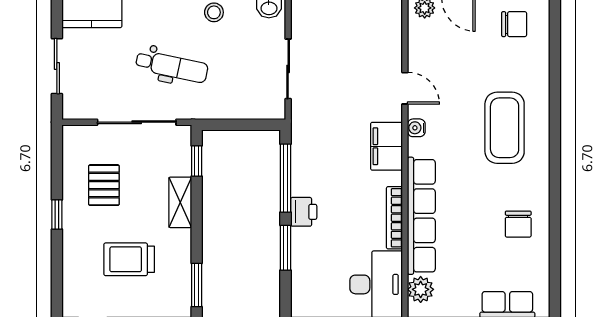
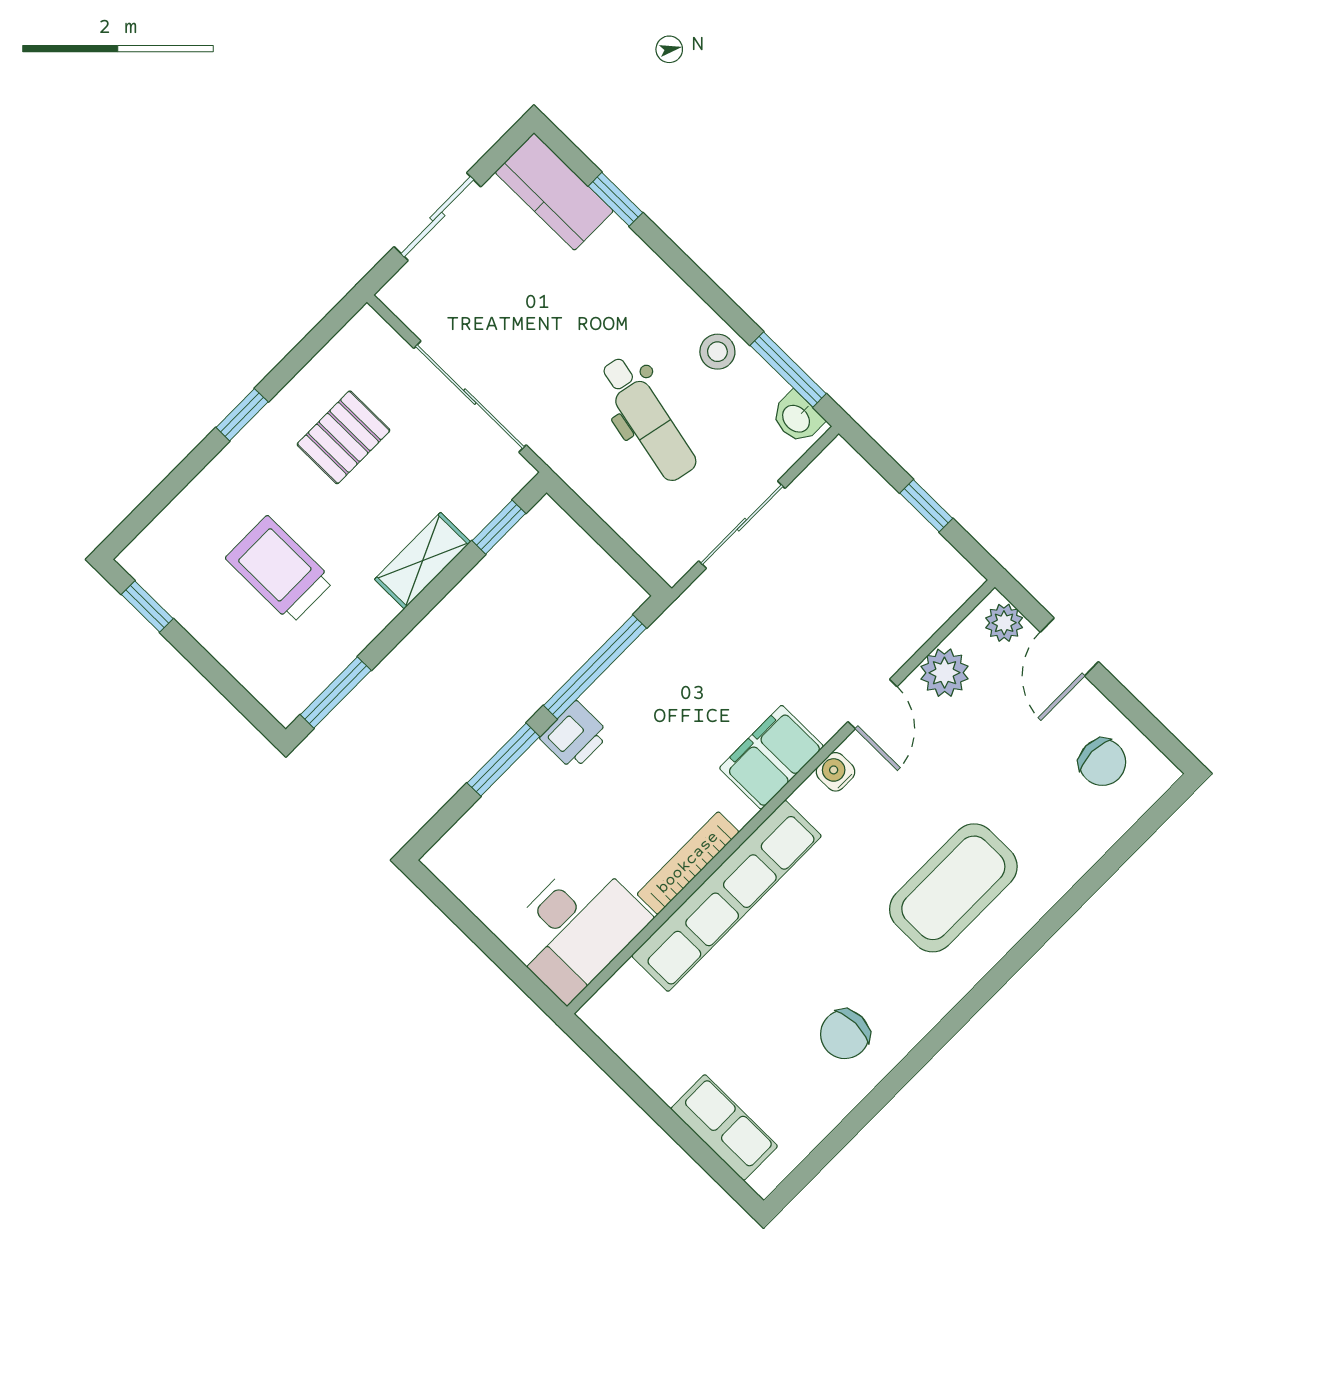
dental chair: (172, 66) -> (648, 419), moved
plant: (421, 289) -> (945, 673), moved

